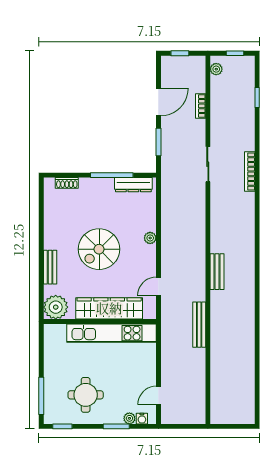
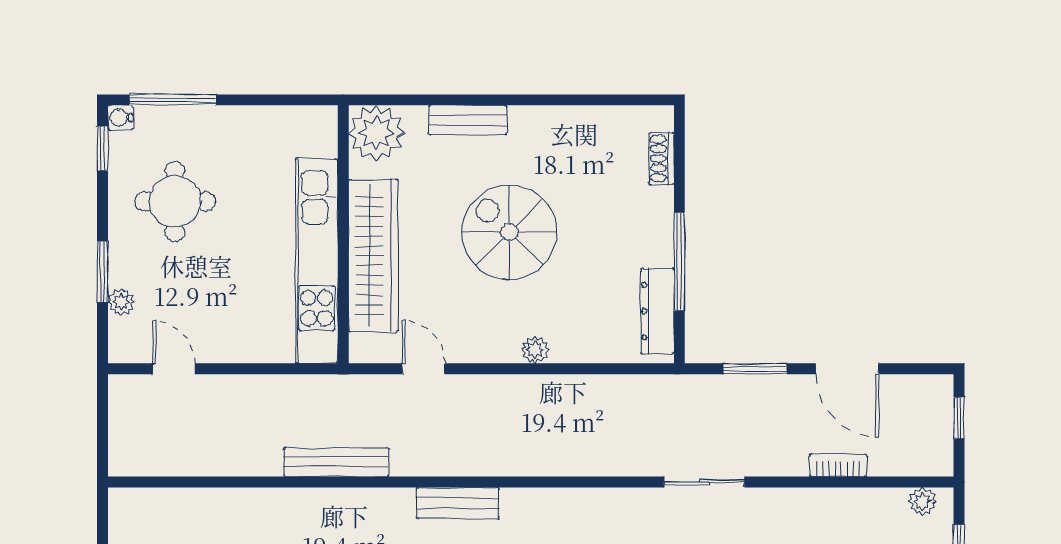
water cooler: (142, 419) -> (120, 118), moved

